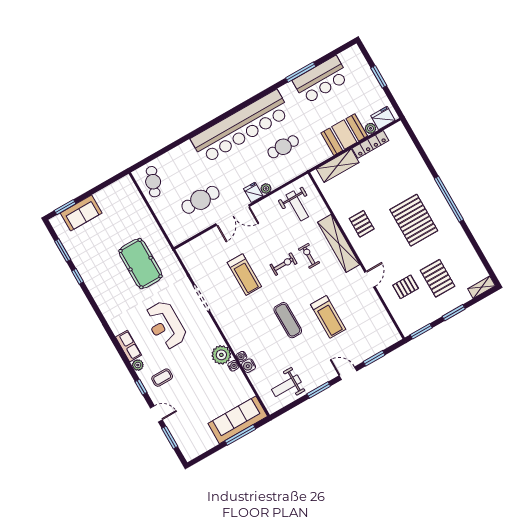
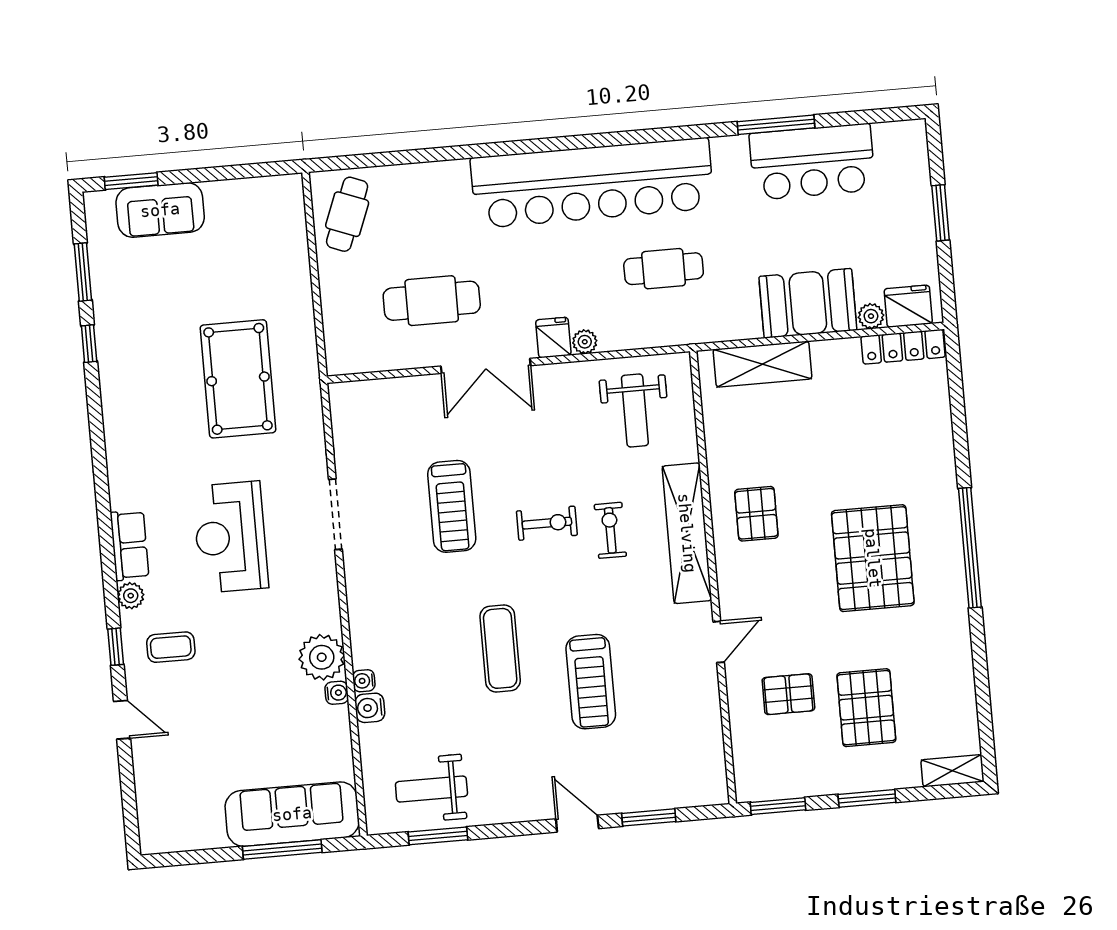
locker: (370, 144) -> (903, 347), moved
window: (319, 390) -> (438, 836), moved
window: (170, 437) -> (128, 784), removed

